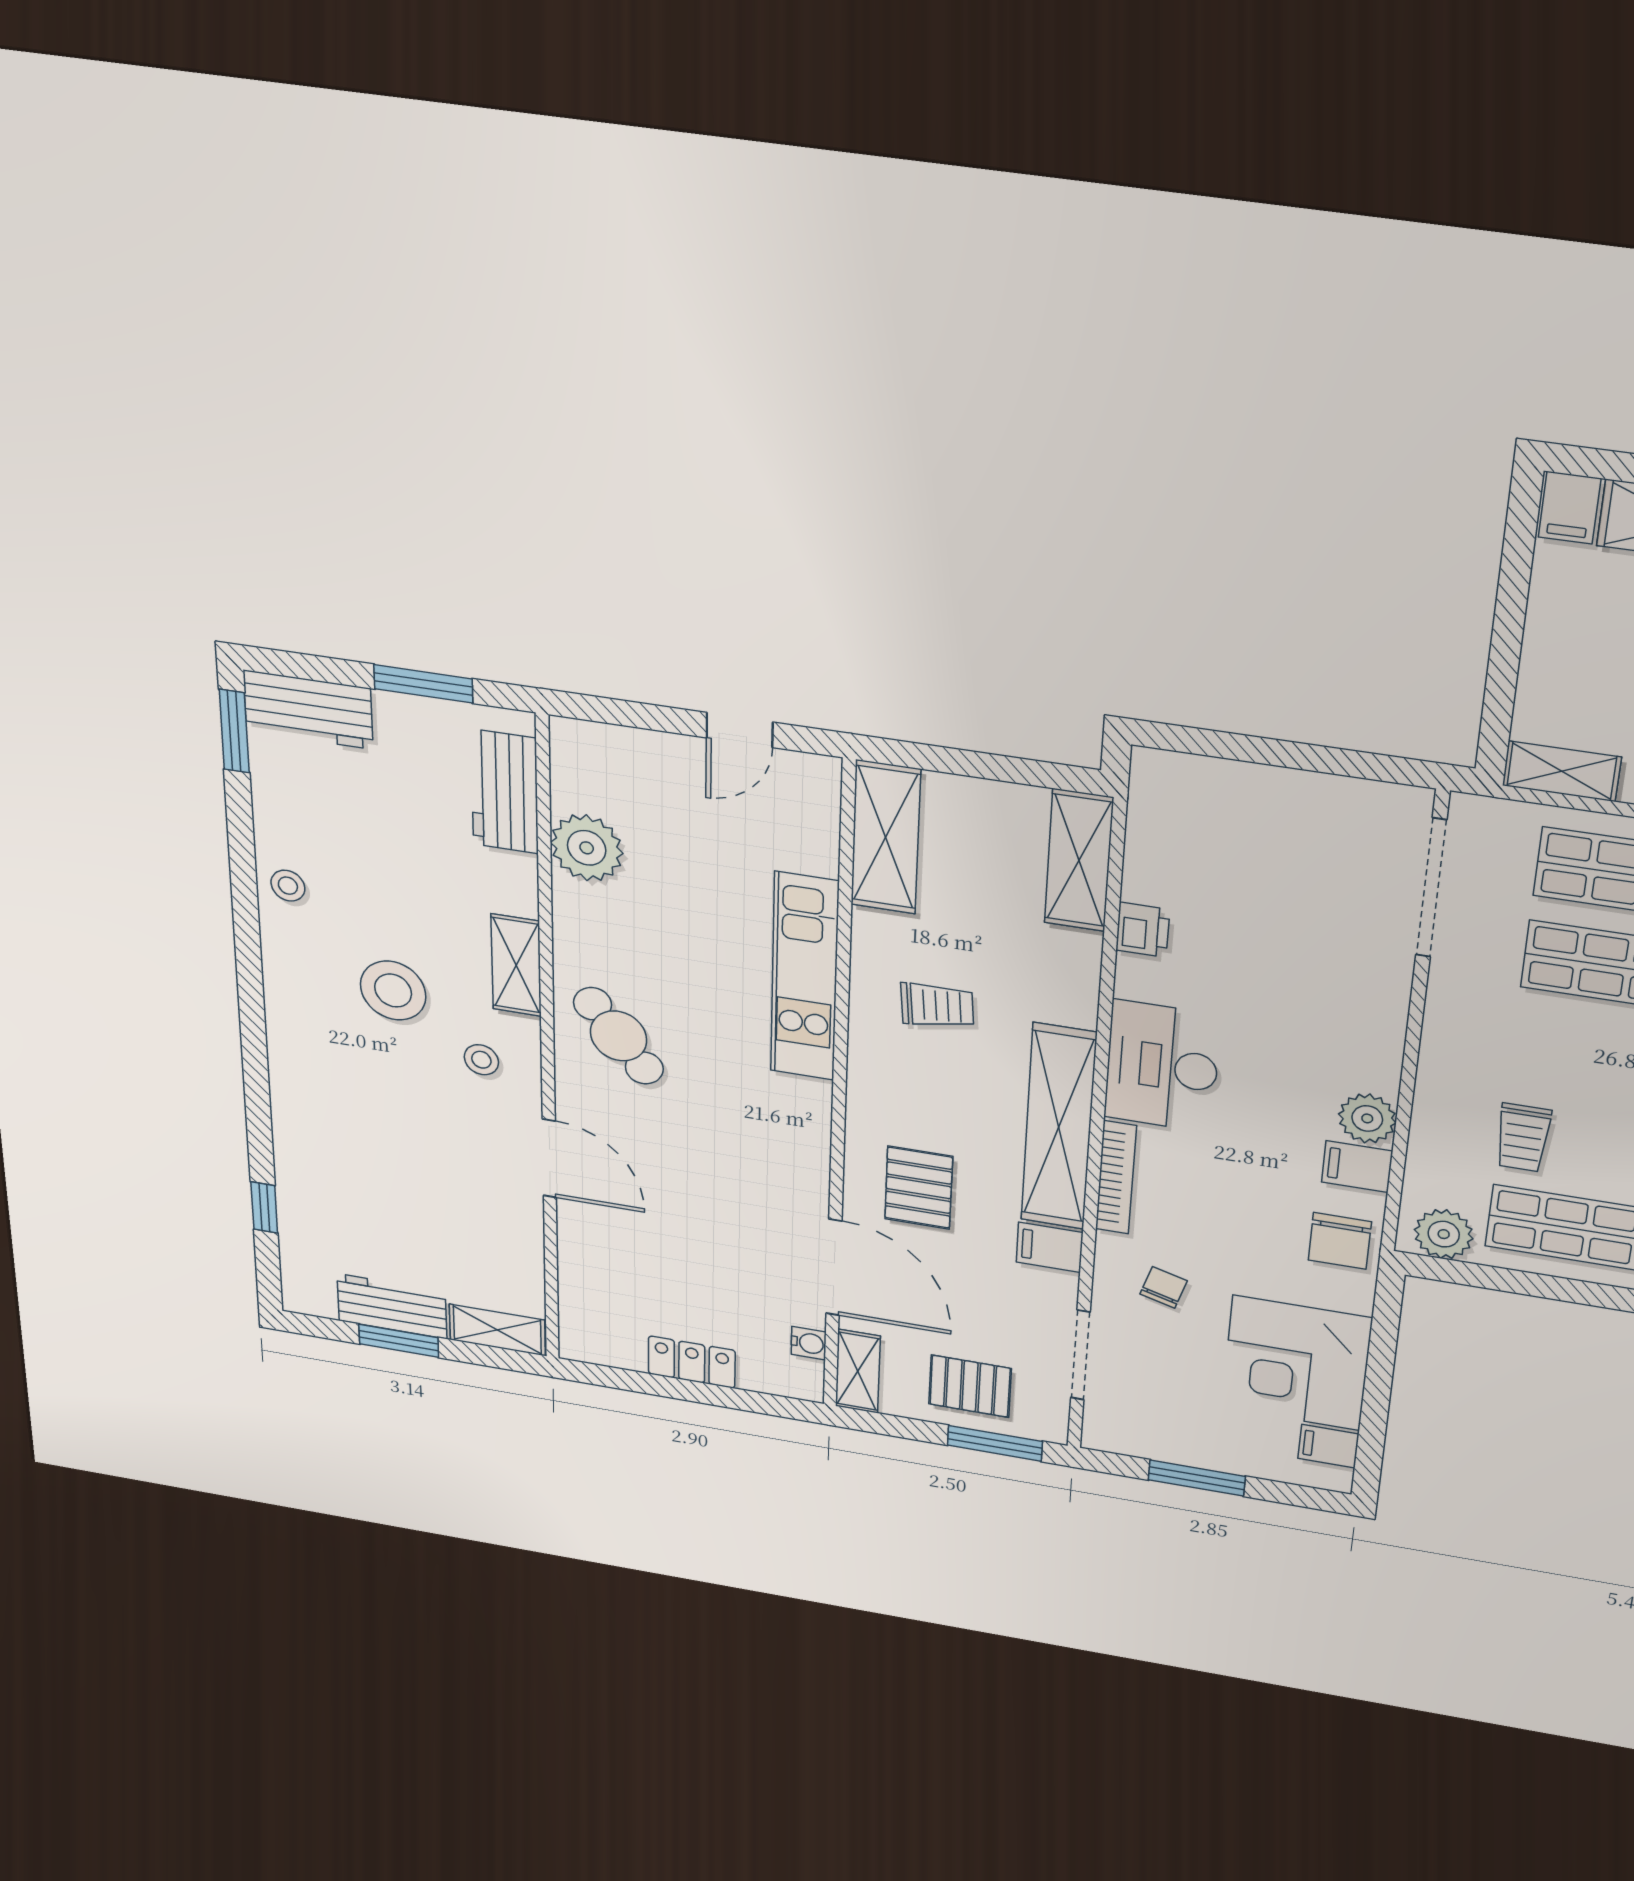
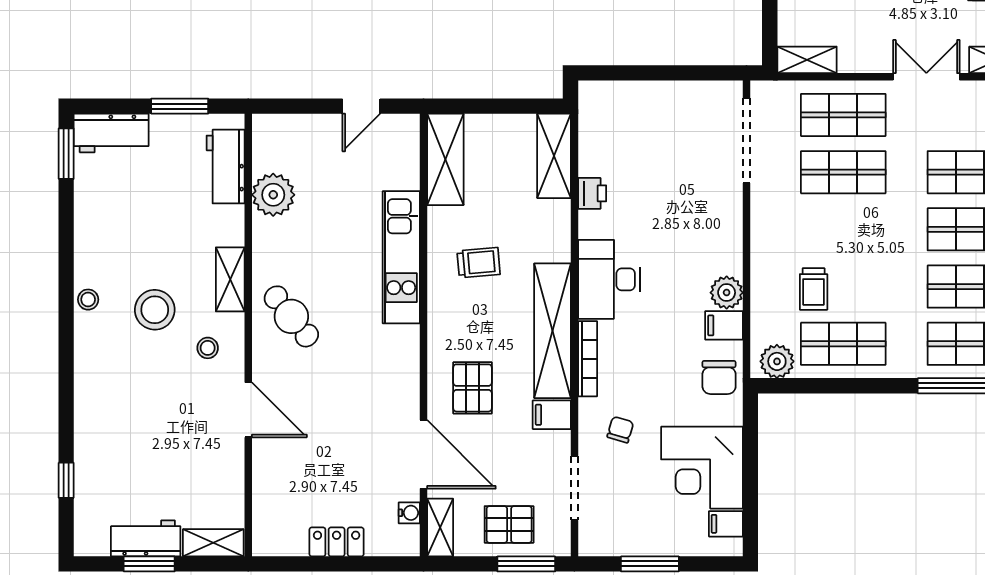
stool: (288, 886) -> (88, 300), moved

